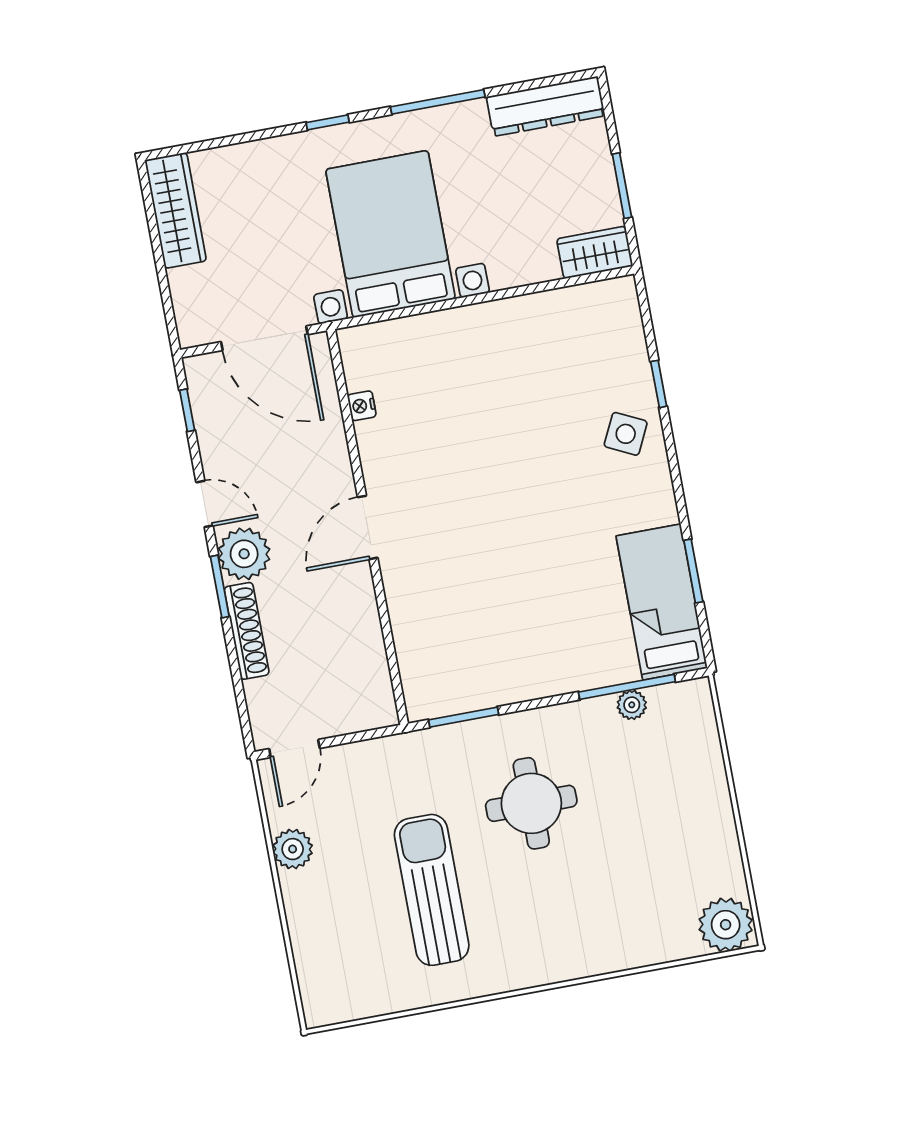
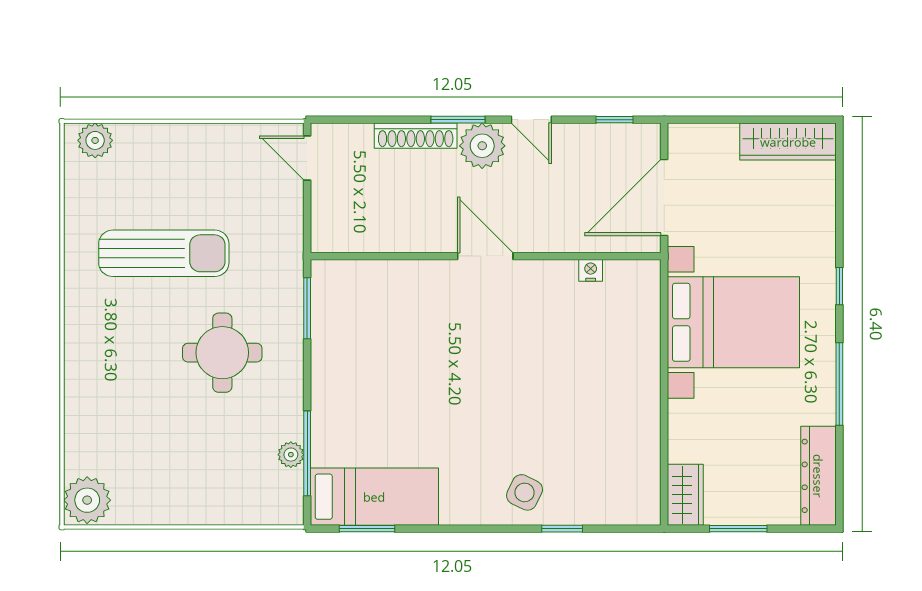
door: (205, 504) -> (531, 120), hinge flipped
window: (693, 571) -> (367, 529), moved
plant: (293, 849) -> (95, 140), moved

